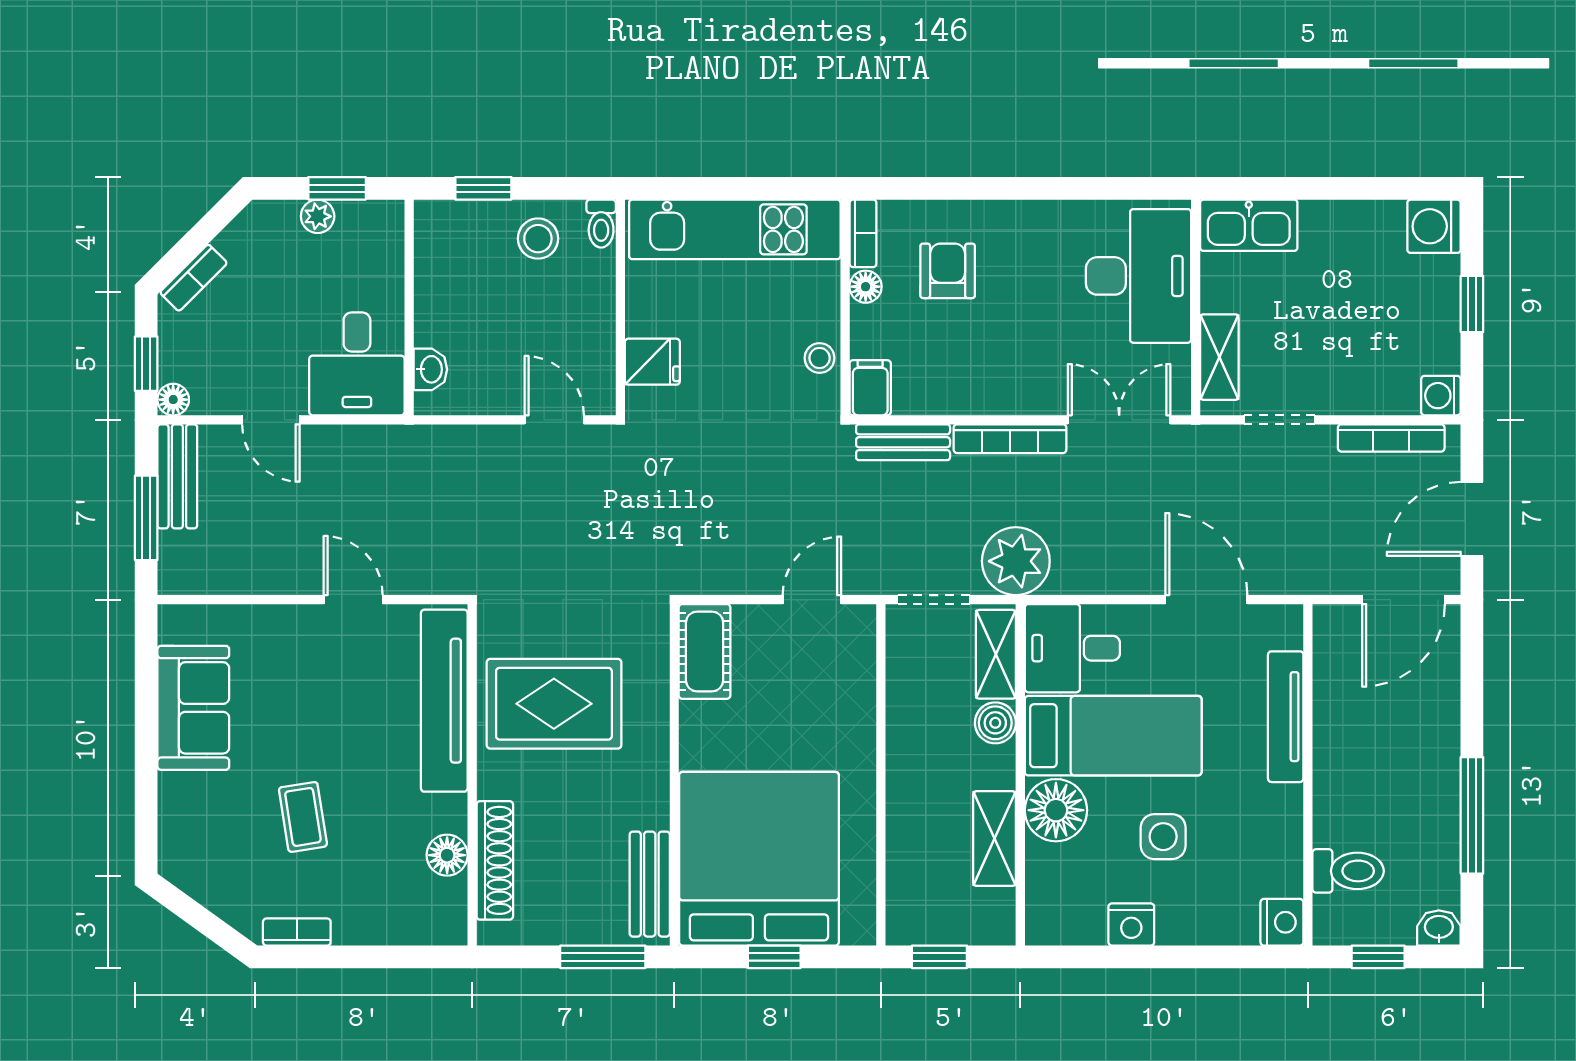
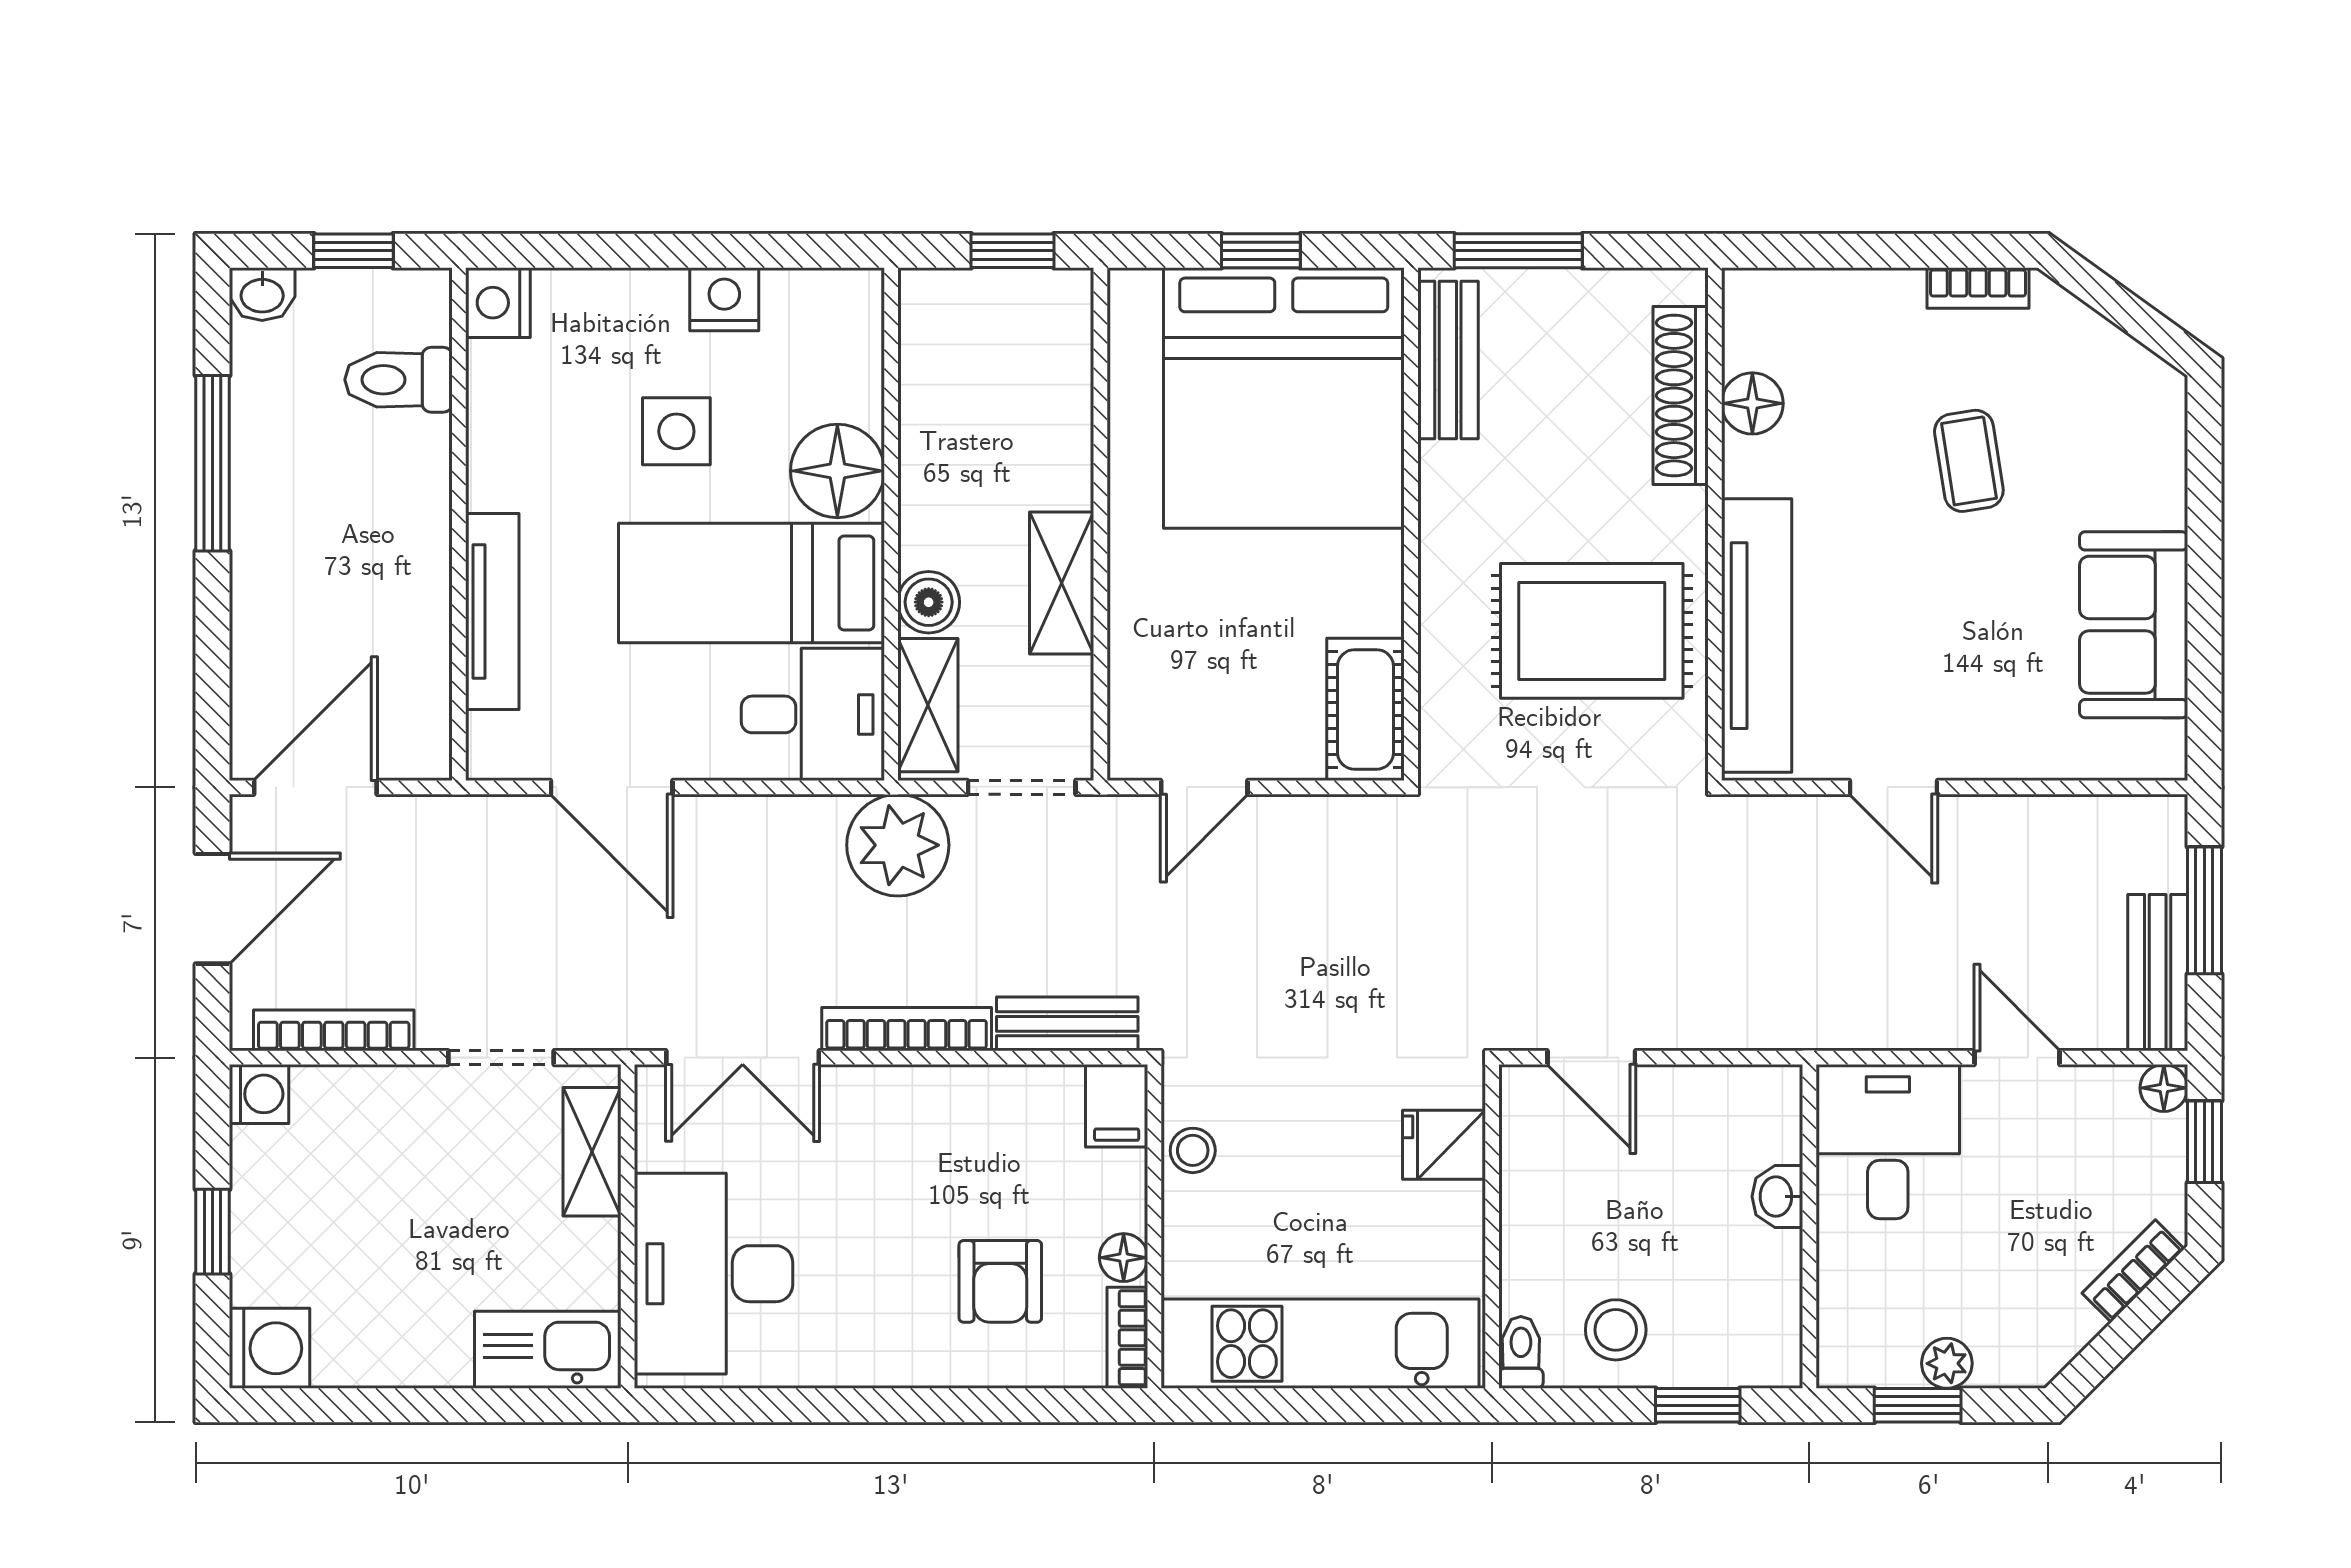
washbasin: (430, 369) -> (1777, 1196), moved
shelving: (994, 839) -> (1062, 583), moved

